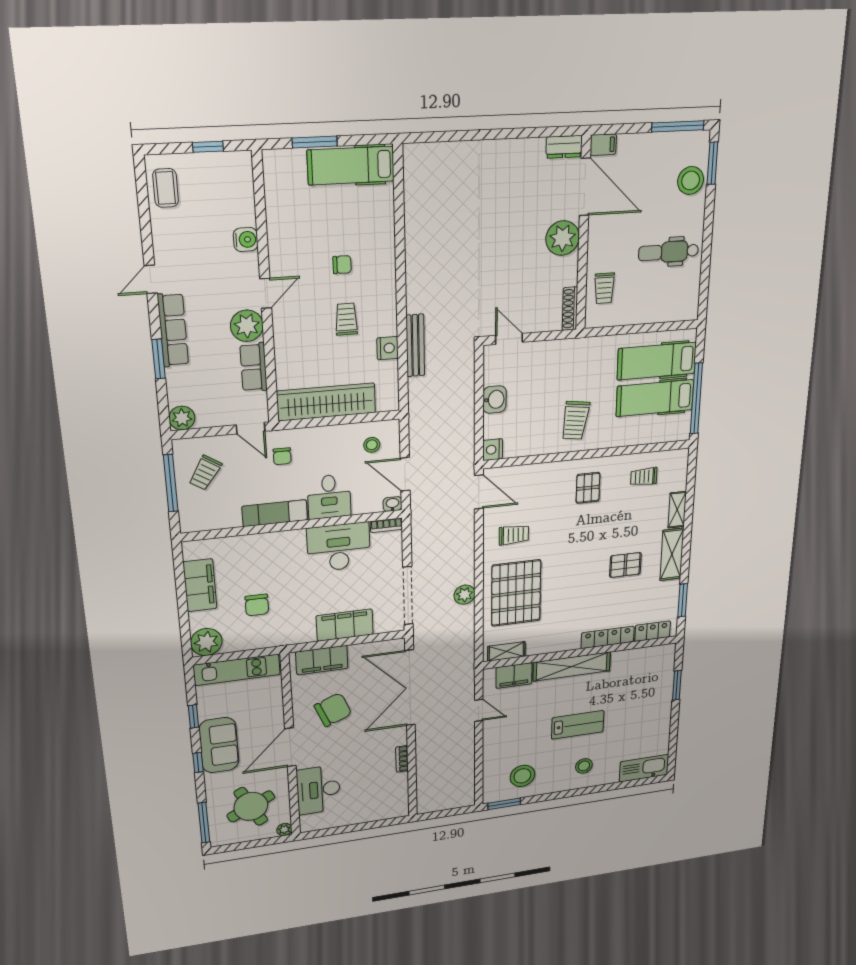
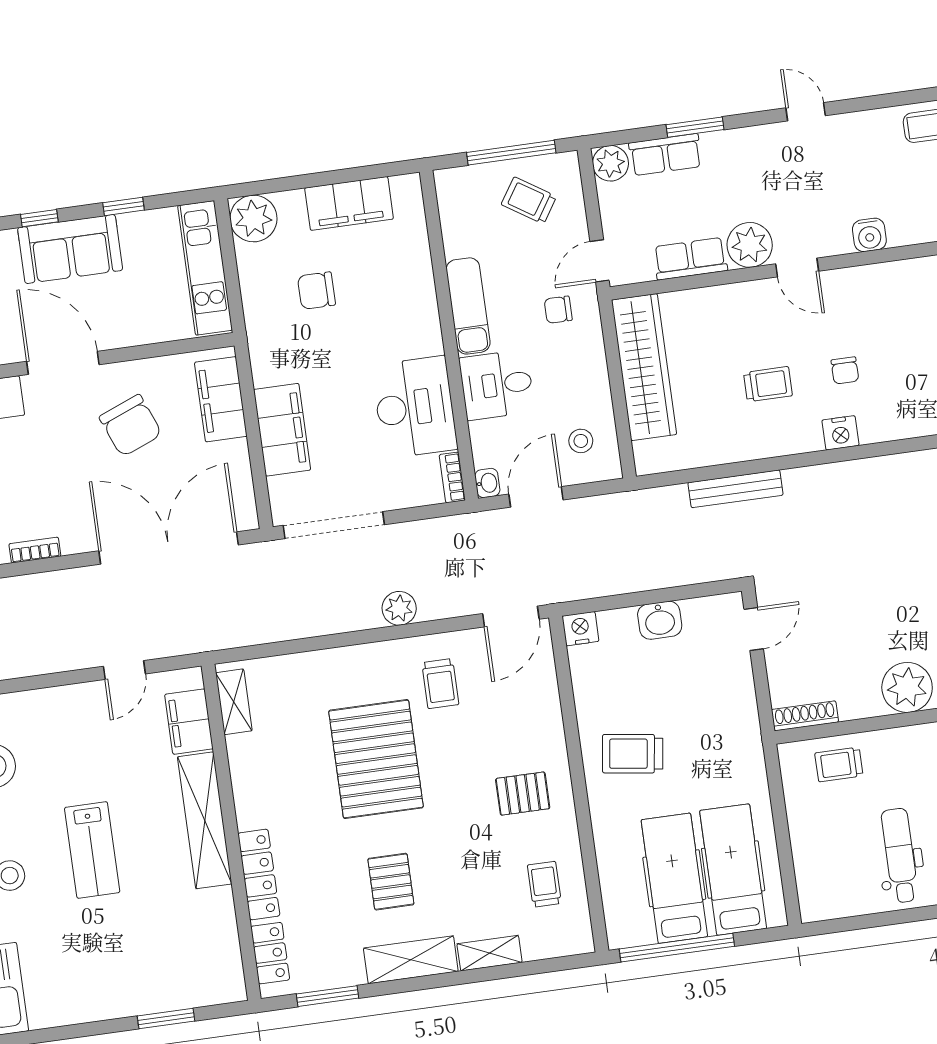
row of seats: (173, 330) -> (665, 155), moved, width x0.68
nightstand: (388, 348) -> (840, 433), moved
pallet: (516, 593) -> (376, 759), moved, turned 90
plant: (465, 595) -> (399, 608), moved

